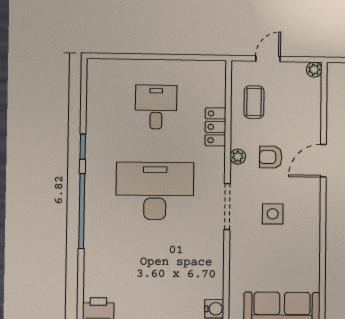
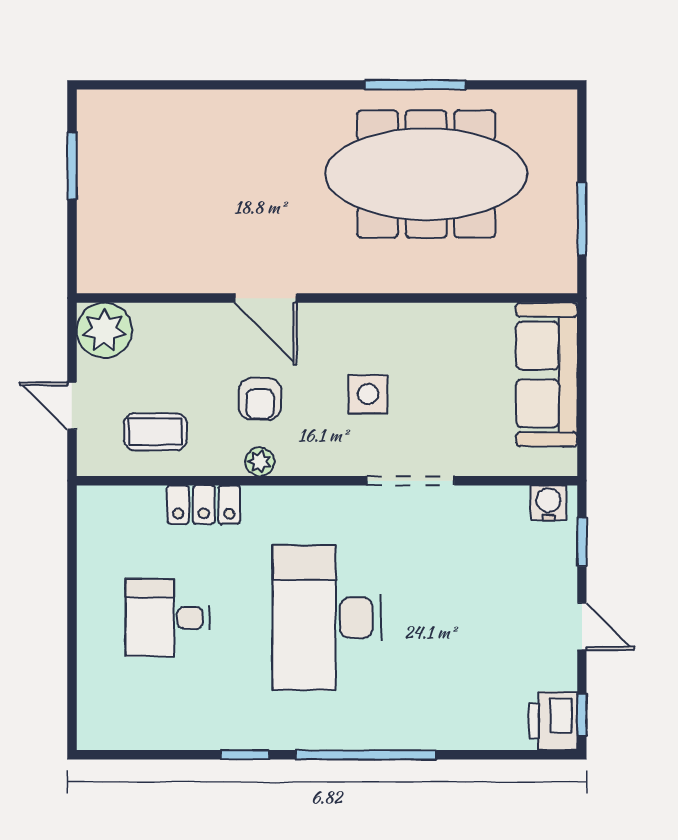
plant: (314, 70) -> (104, 330), width x1.88, depth x1.88
doorway: (227, 206) -> (411, 481), moved

